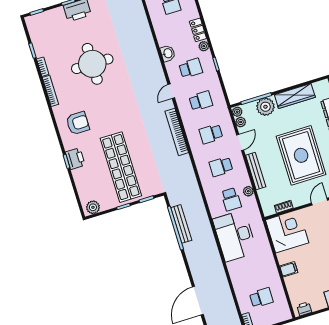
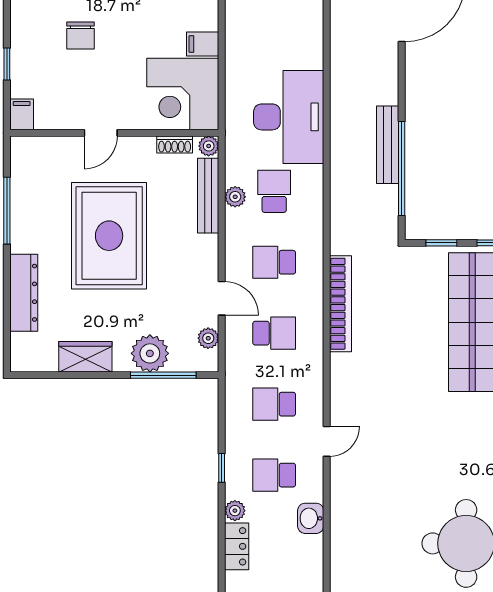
wardrobe: (295, 96) -> (85, 357), width x0.67
plant: (237, 112) -> (209, 146), moved
bookcase: (177, 132) -> (341, 304), moved
door: (240, 142) -> (222, 298), swing flipped
school desk: (221, 167) -> (274, 262), turned 180
bench: (256, 171) -> (208, 196), moved
bench: (181, 224) -> (388, 145), moved
filing cabinet: (289, 269) -> (203, 44), moved

